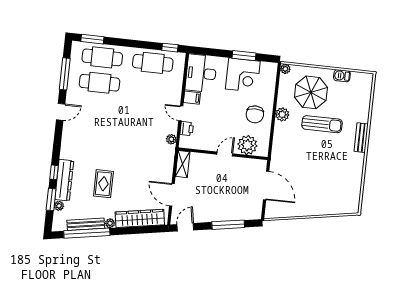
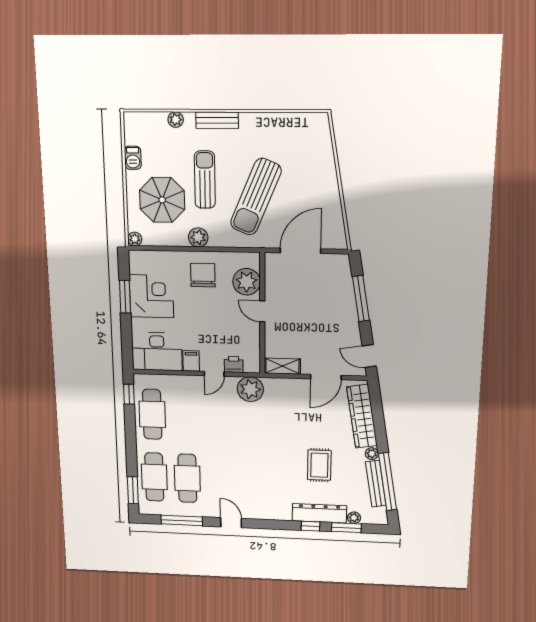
plant: (365, 109) -> (176, 120), added
chair: (255, 114) -> (203, 275), turned -90
plant: (171, 139) -> (250, 389), width x1.88, depth x1.88
sun lounger: (307, 158) -> (256, 197), added
rug: (103, 184) -> (319, 465), turned 90

